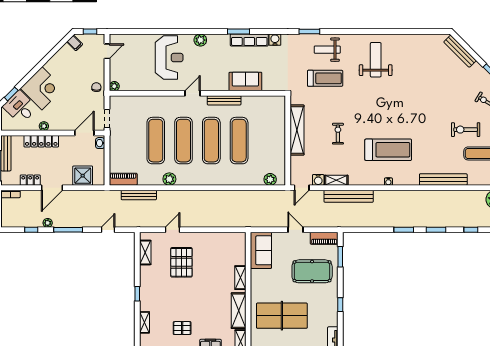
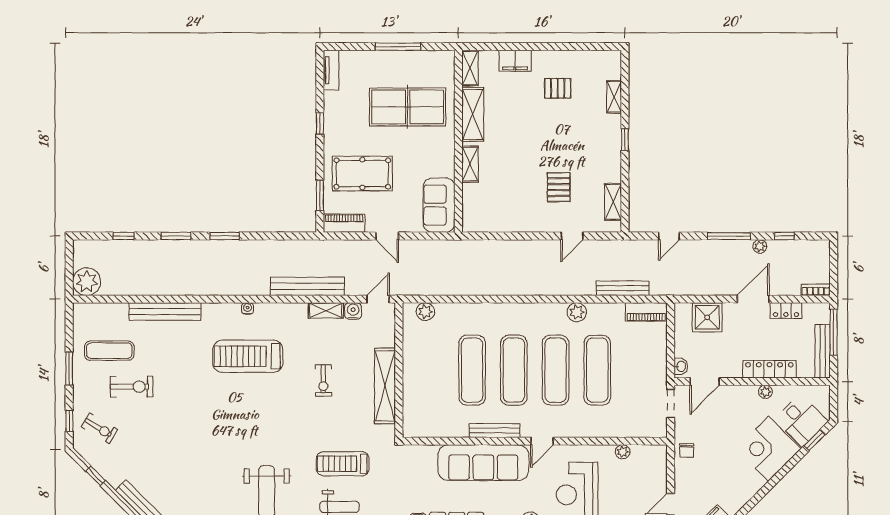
sofa: (245, 82) -> (483, 463), width x1.85, depth x1.27
plant: (114, 86) -> (623, 452), moved
pallet: (181, 262) -> (559, 187), width x0.67, depth x0.71

